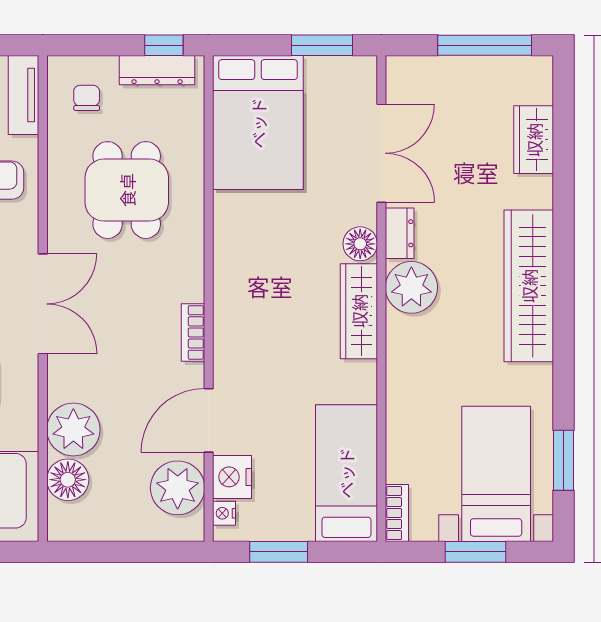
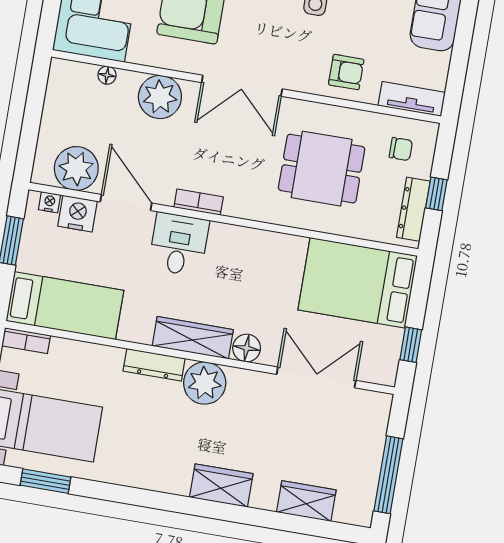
window: (164, 45) -> (436, 194), moved
window: (322, 45) -> (411, 345), width x0.67
double door: (381, 153) -> (316, 377), swing flipped
dresser: (400, 233) -> (154, 365), moved, width x1.44
wardrobe: (529, 286) -> (221, 486), width x0.48, depth x0.85
desk: (248, 348) -> (179, 244), added
plant: (73, 430) -> (160, 97), moved
floor lamp: (68, 480) -> (107, 75), width x0.53, depth x0.53

